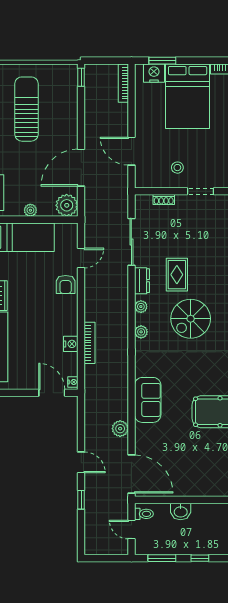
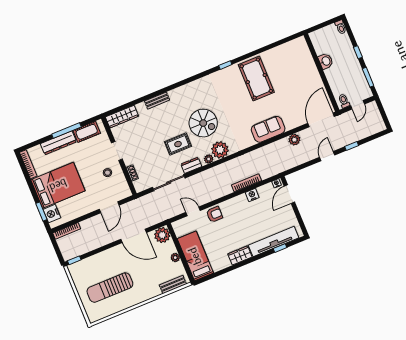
plant: (141, 332) -> (220, 150), width x1.87, depth x1.87
washbasin: (181, 511) -> (326, 61), moved

